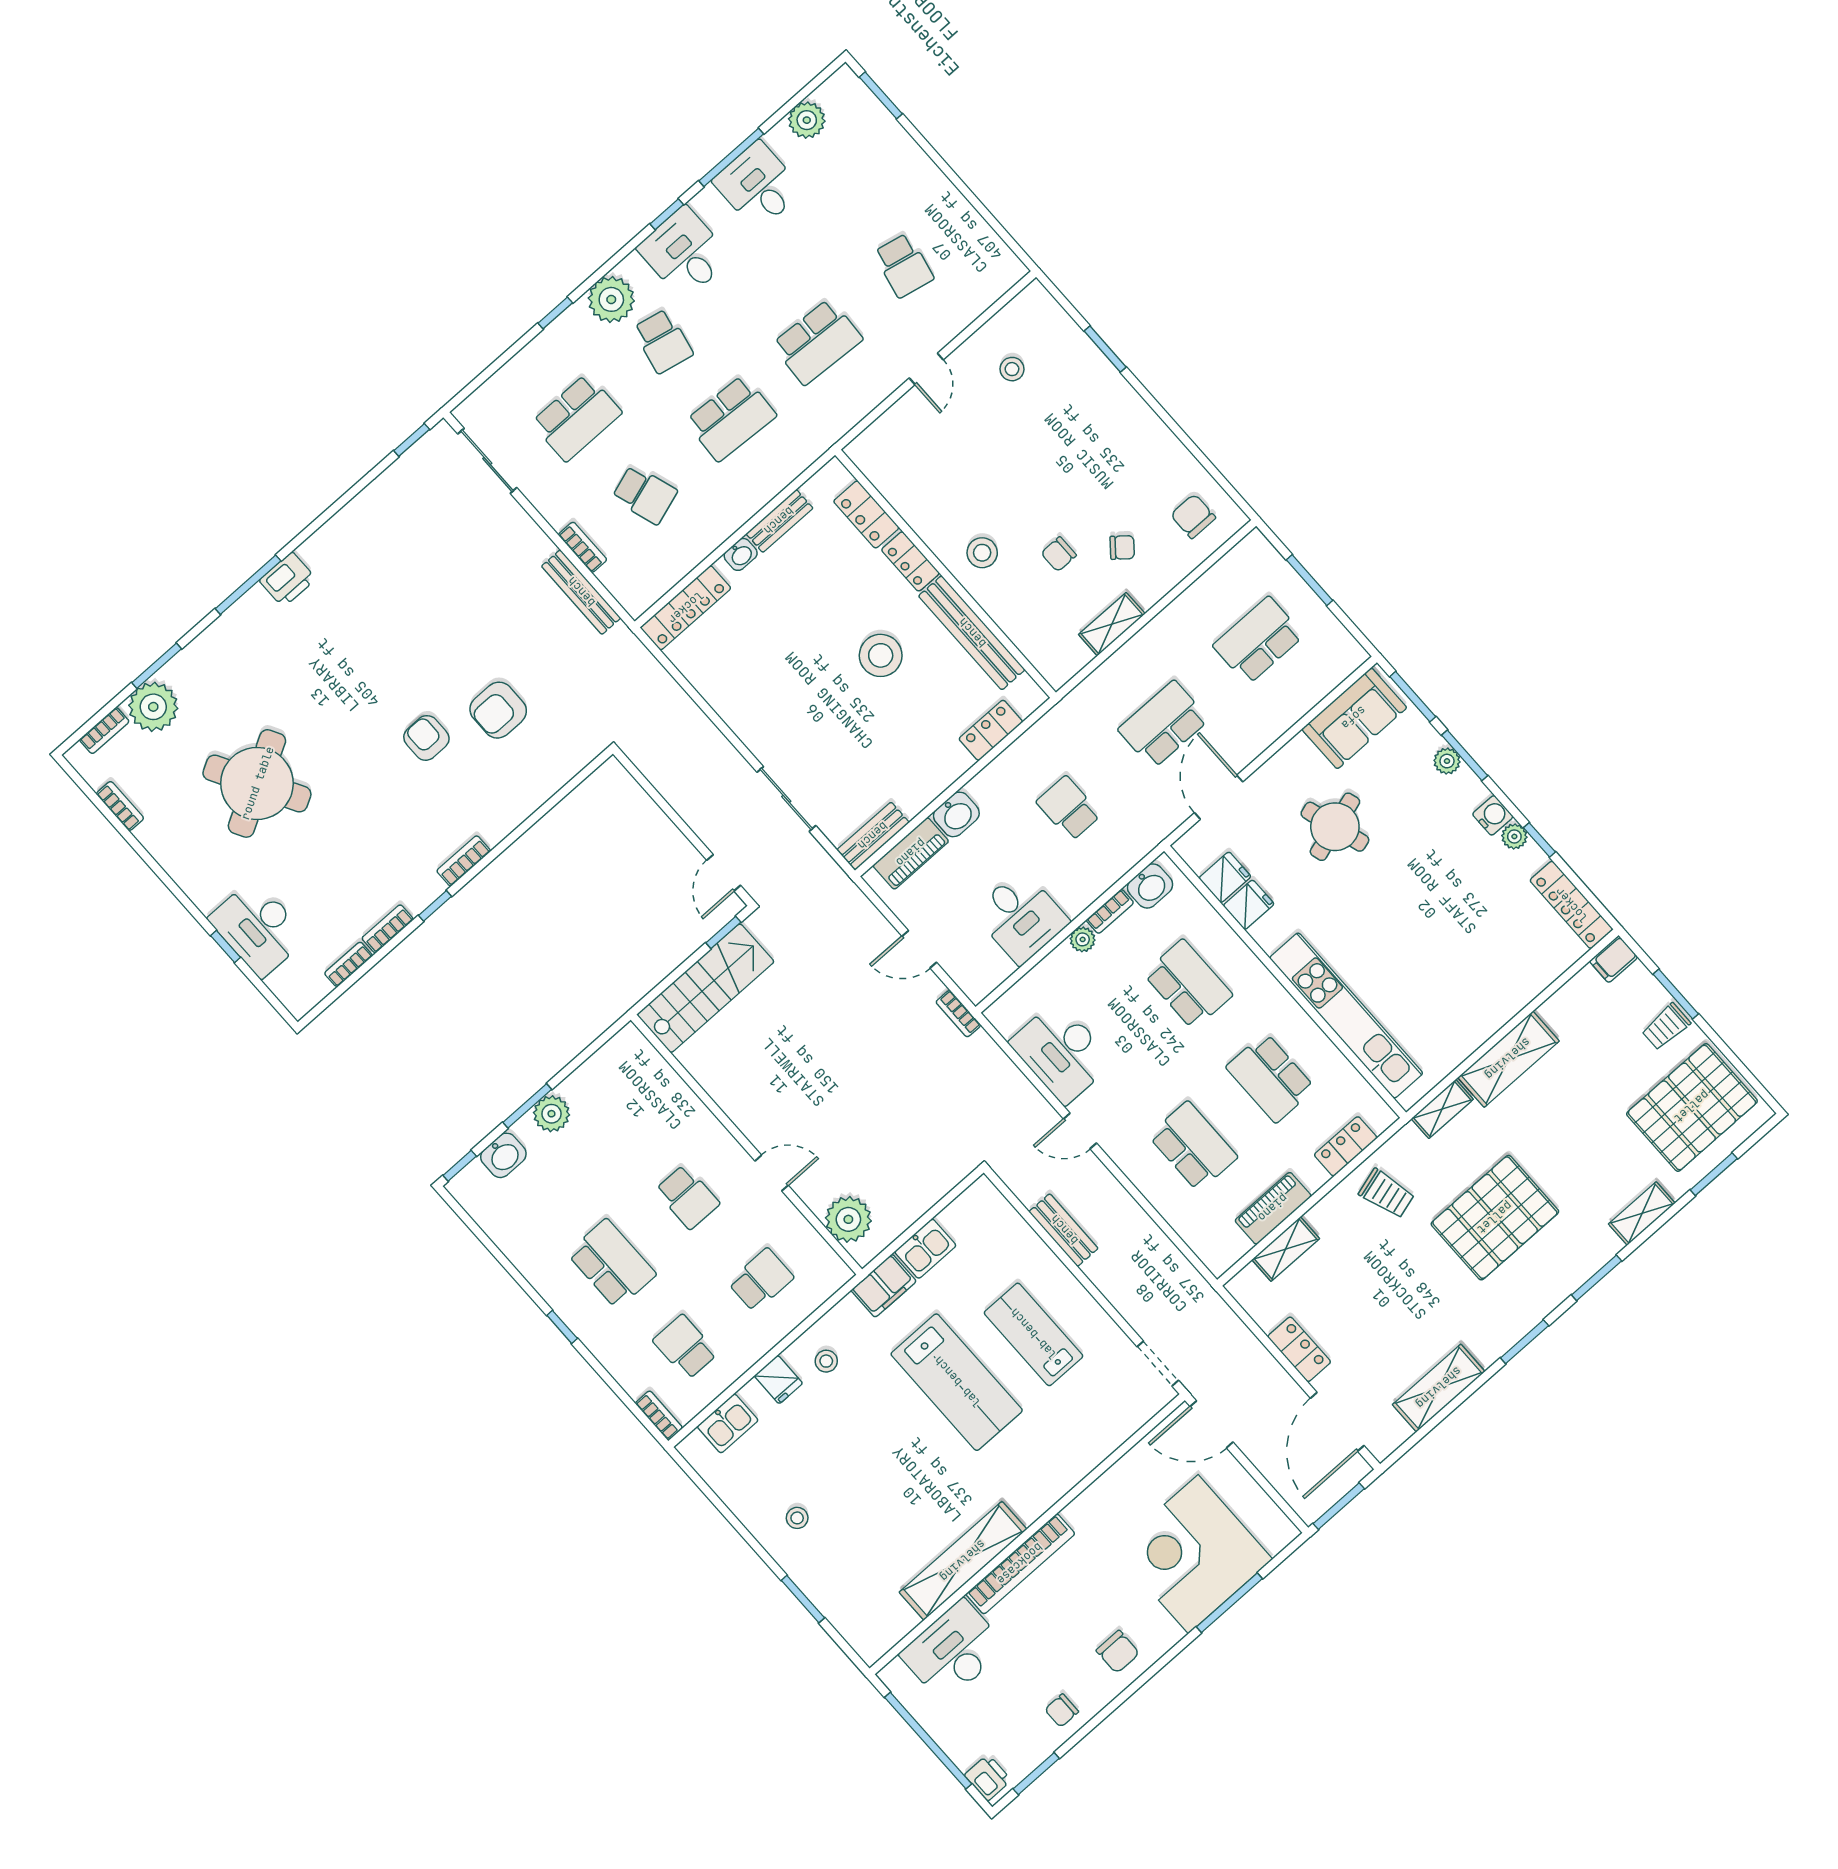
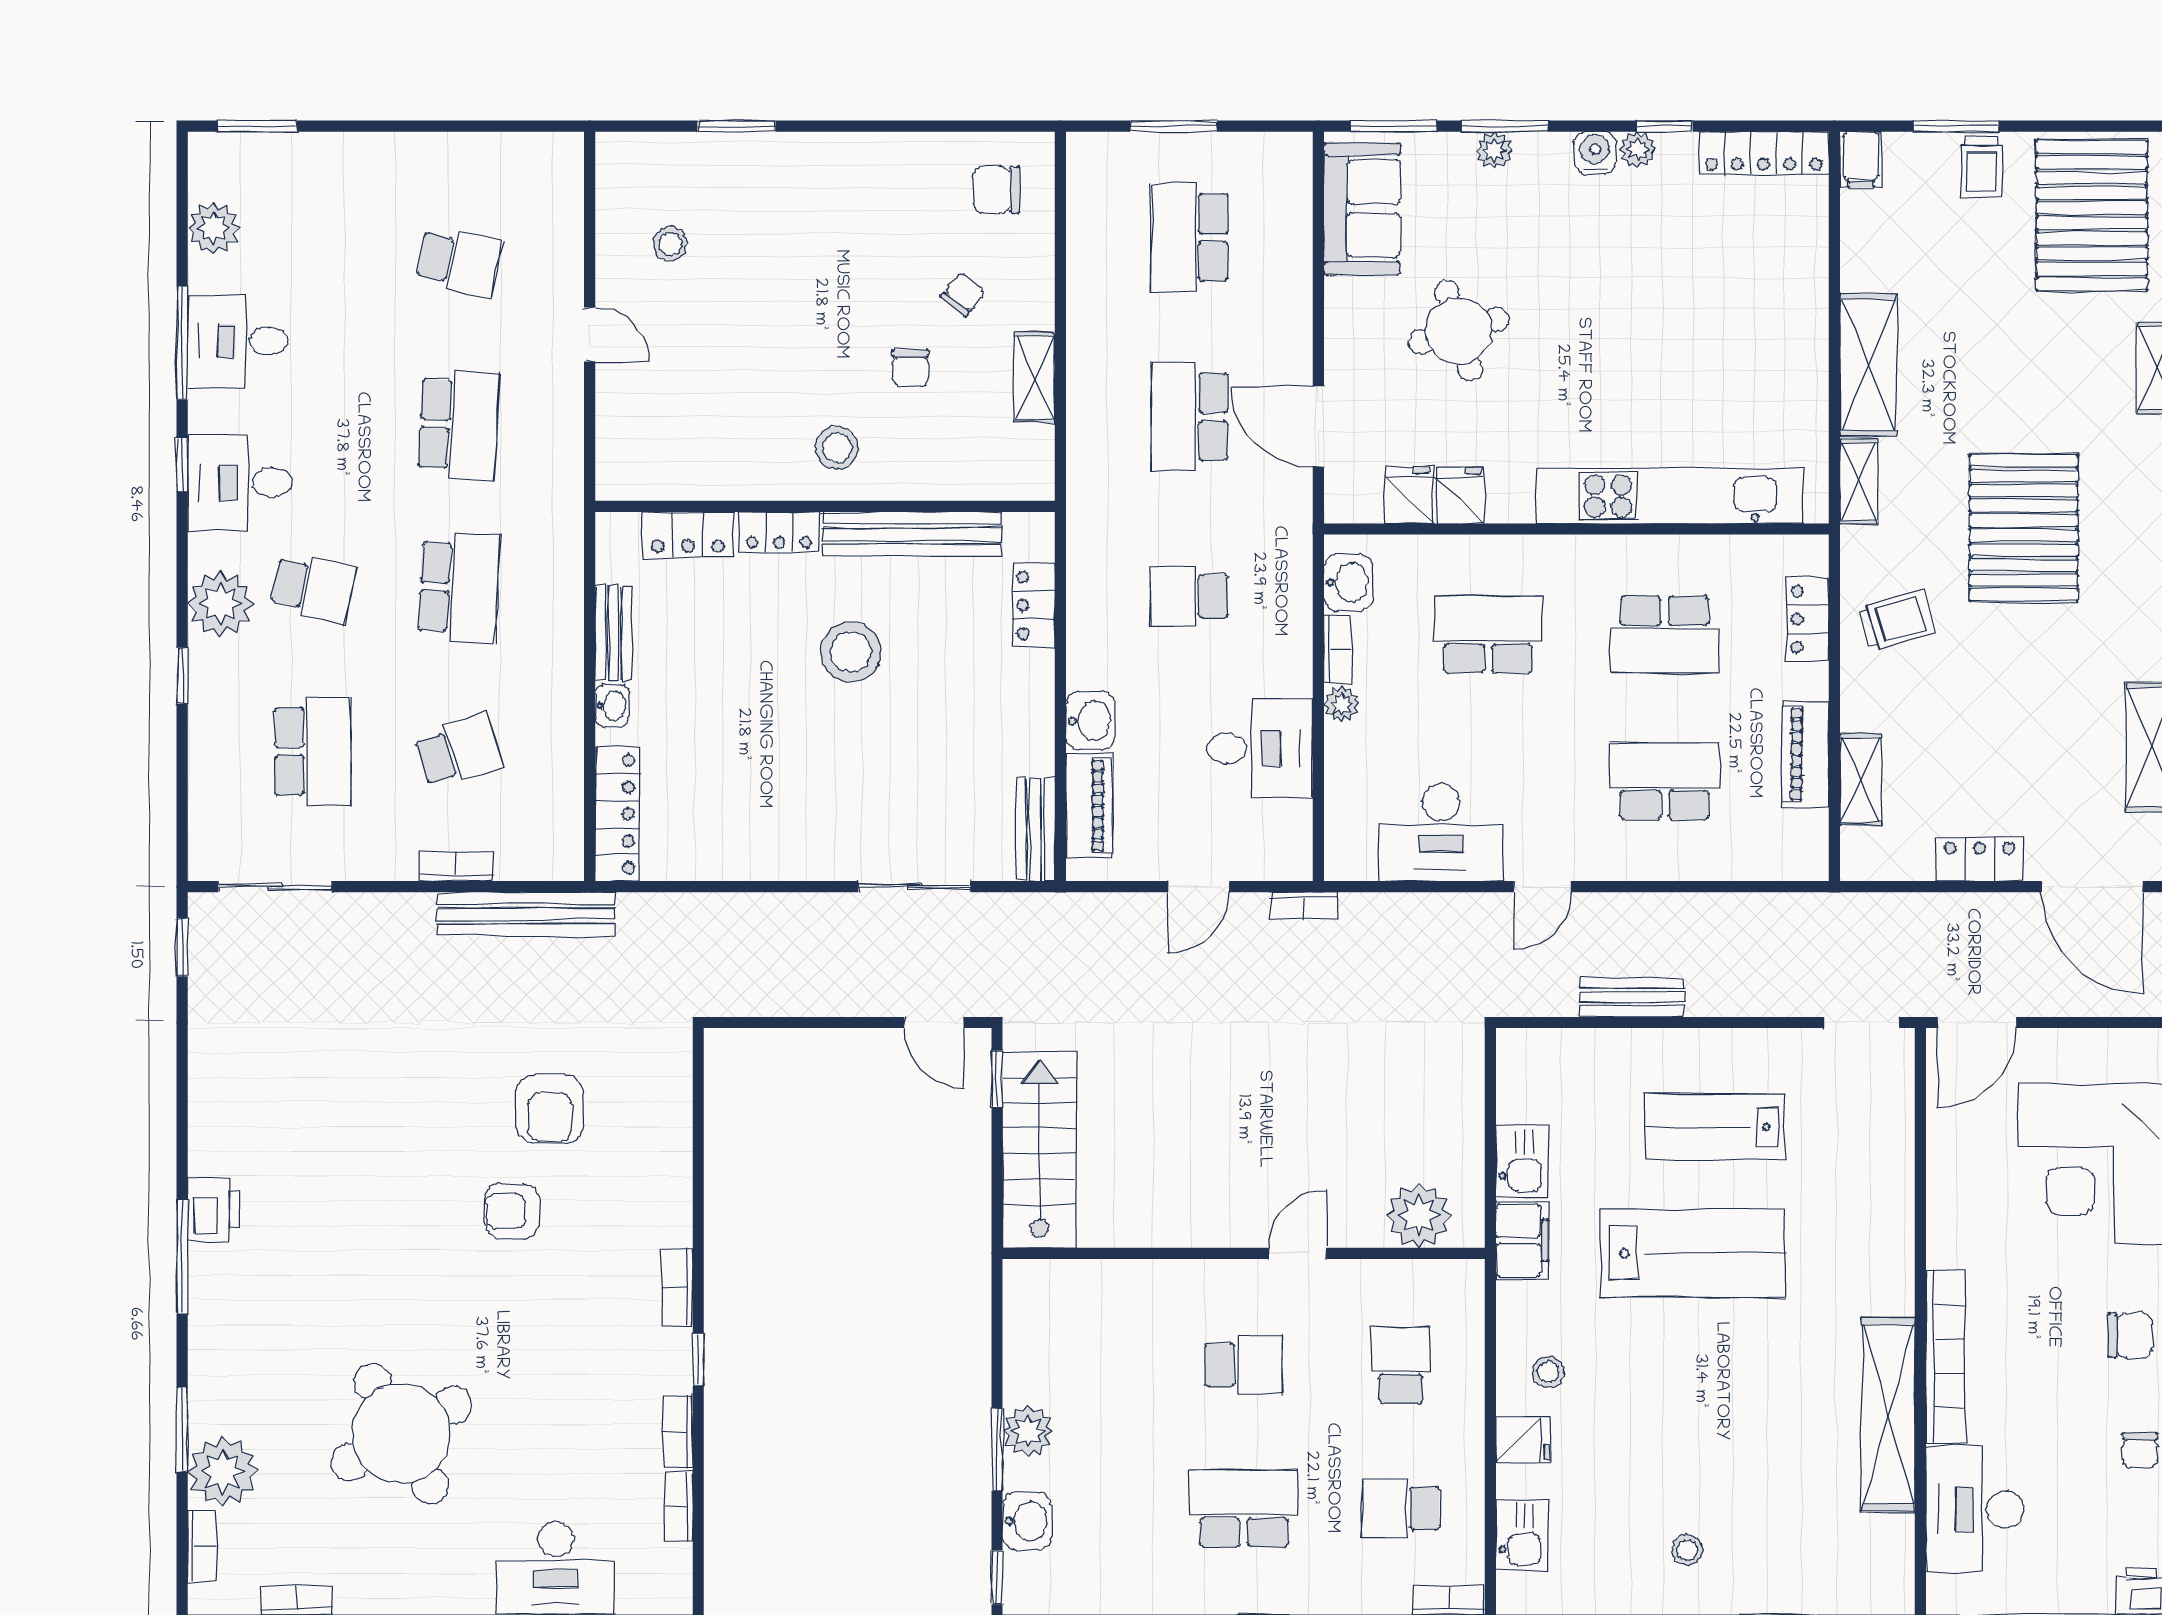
bench: (581, 592) -> (526, 914), width x1.37, depth x1.21

